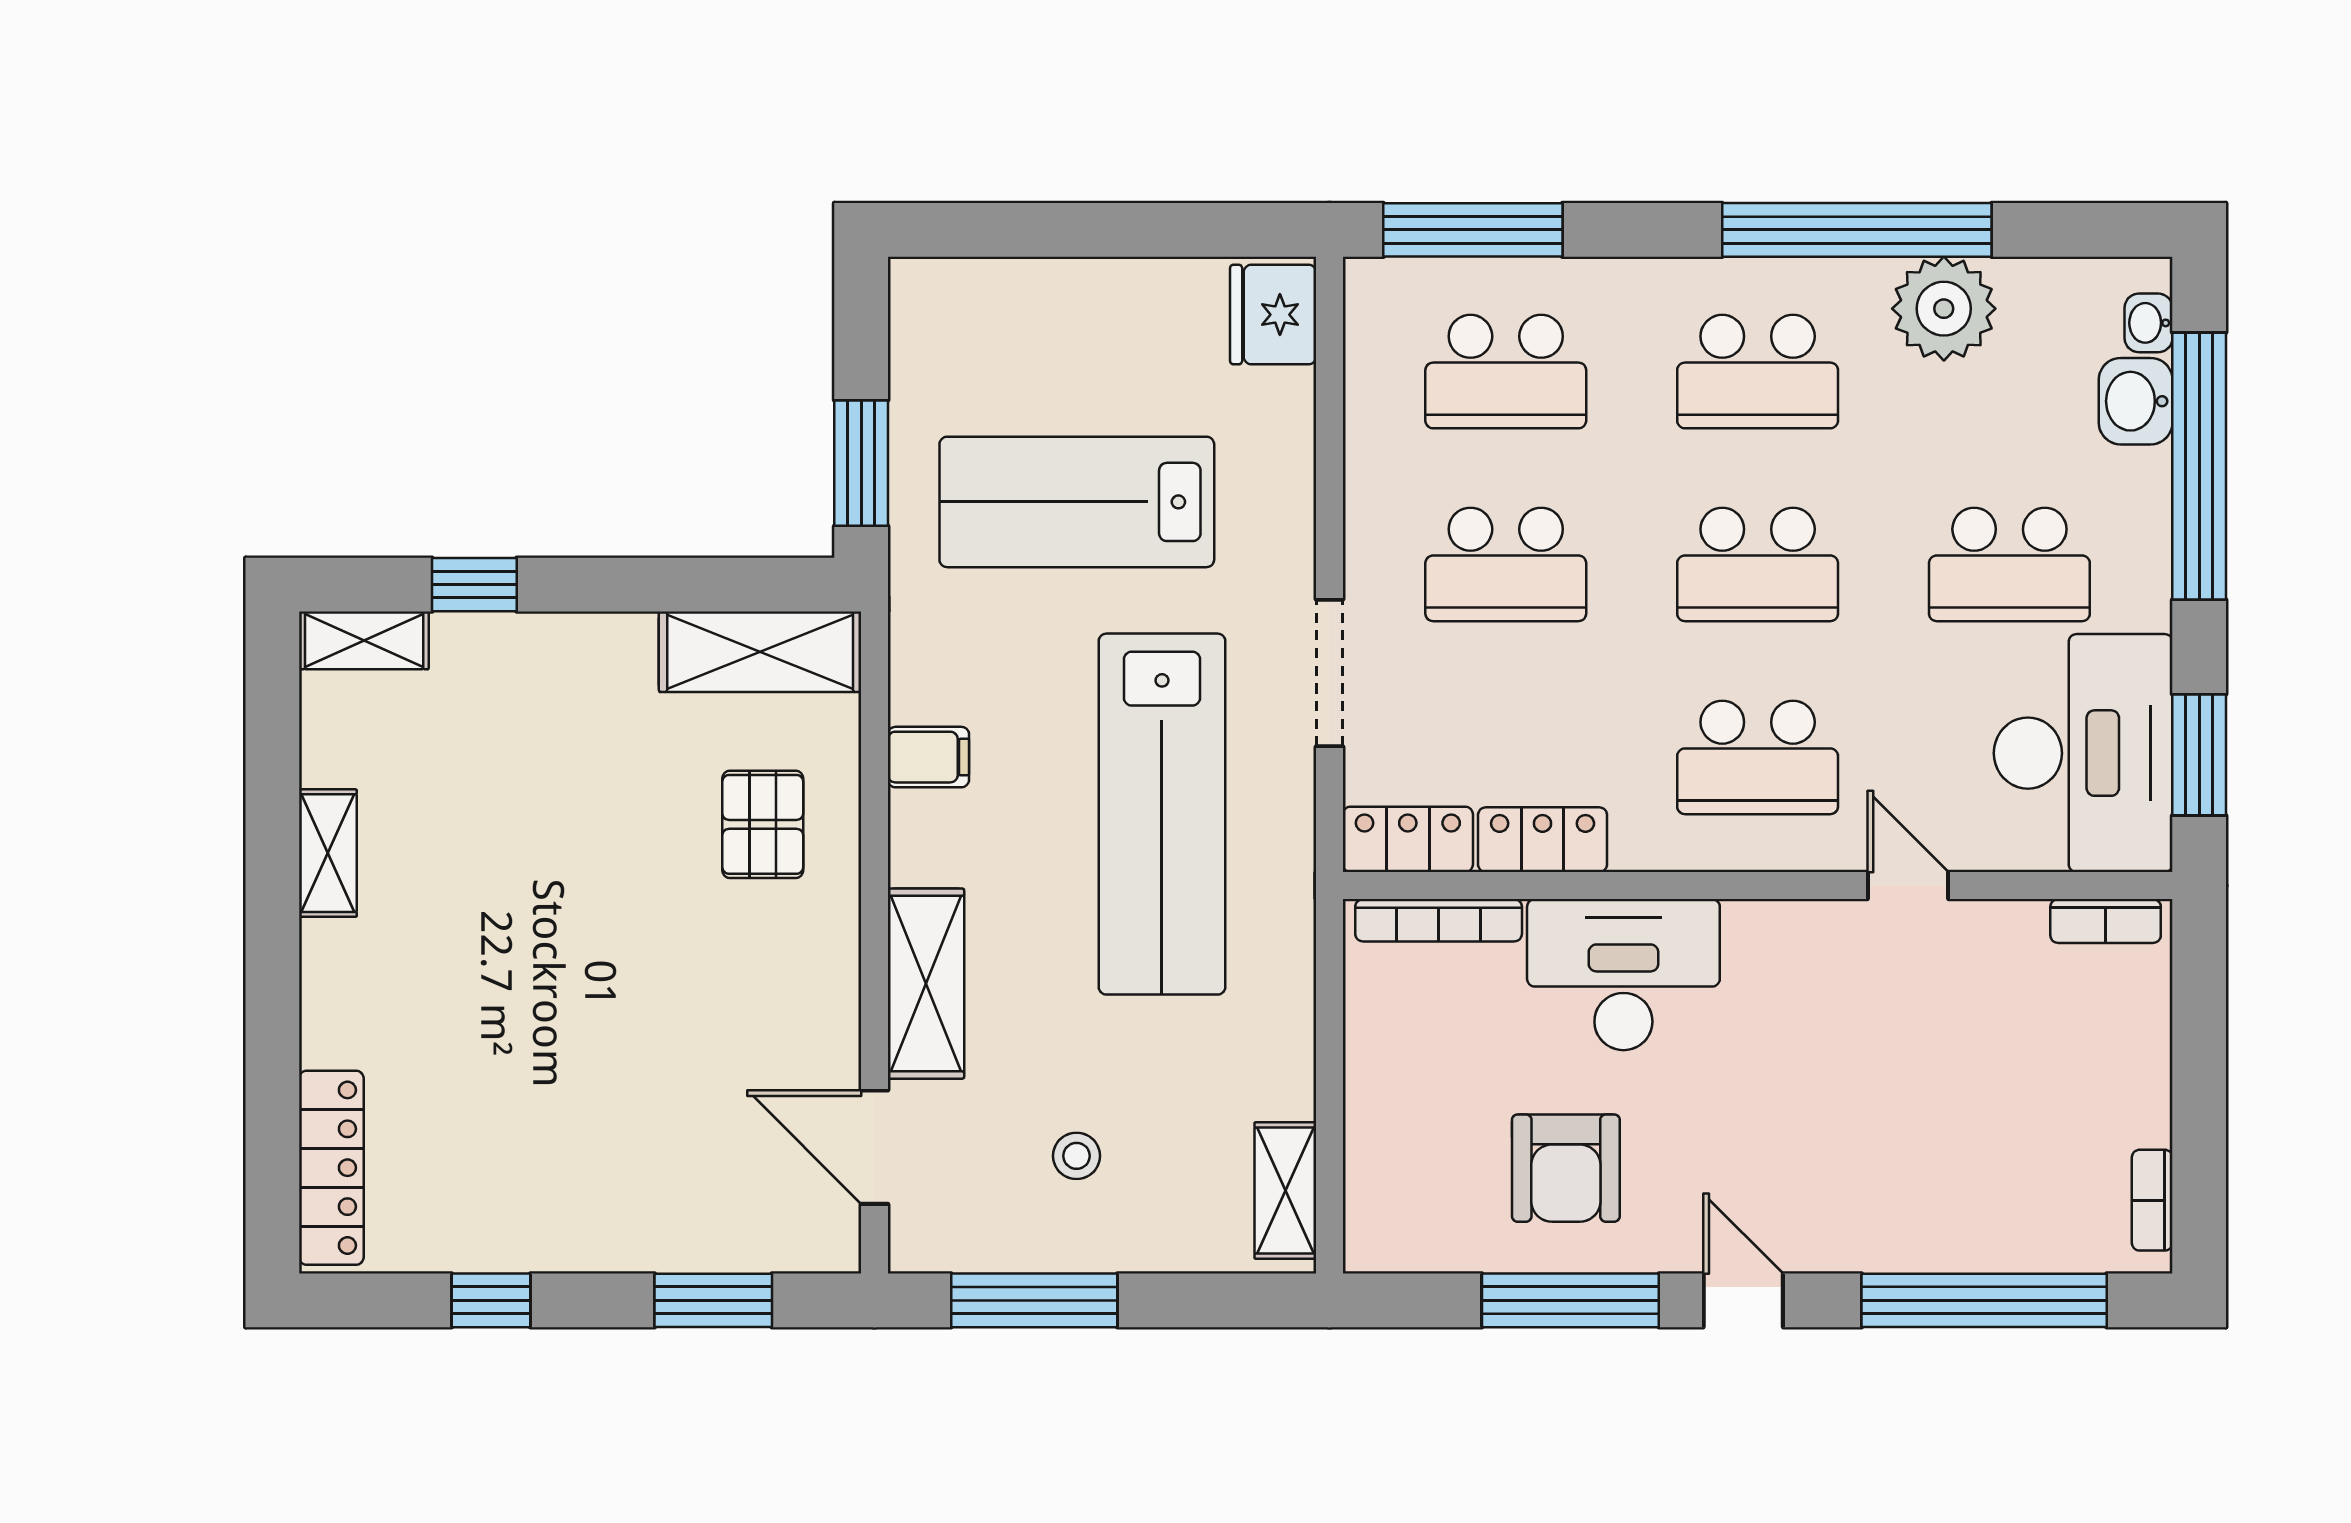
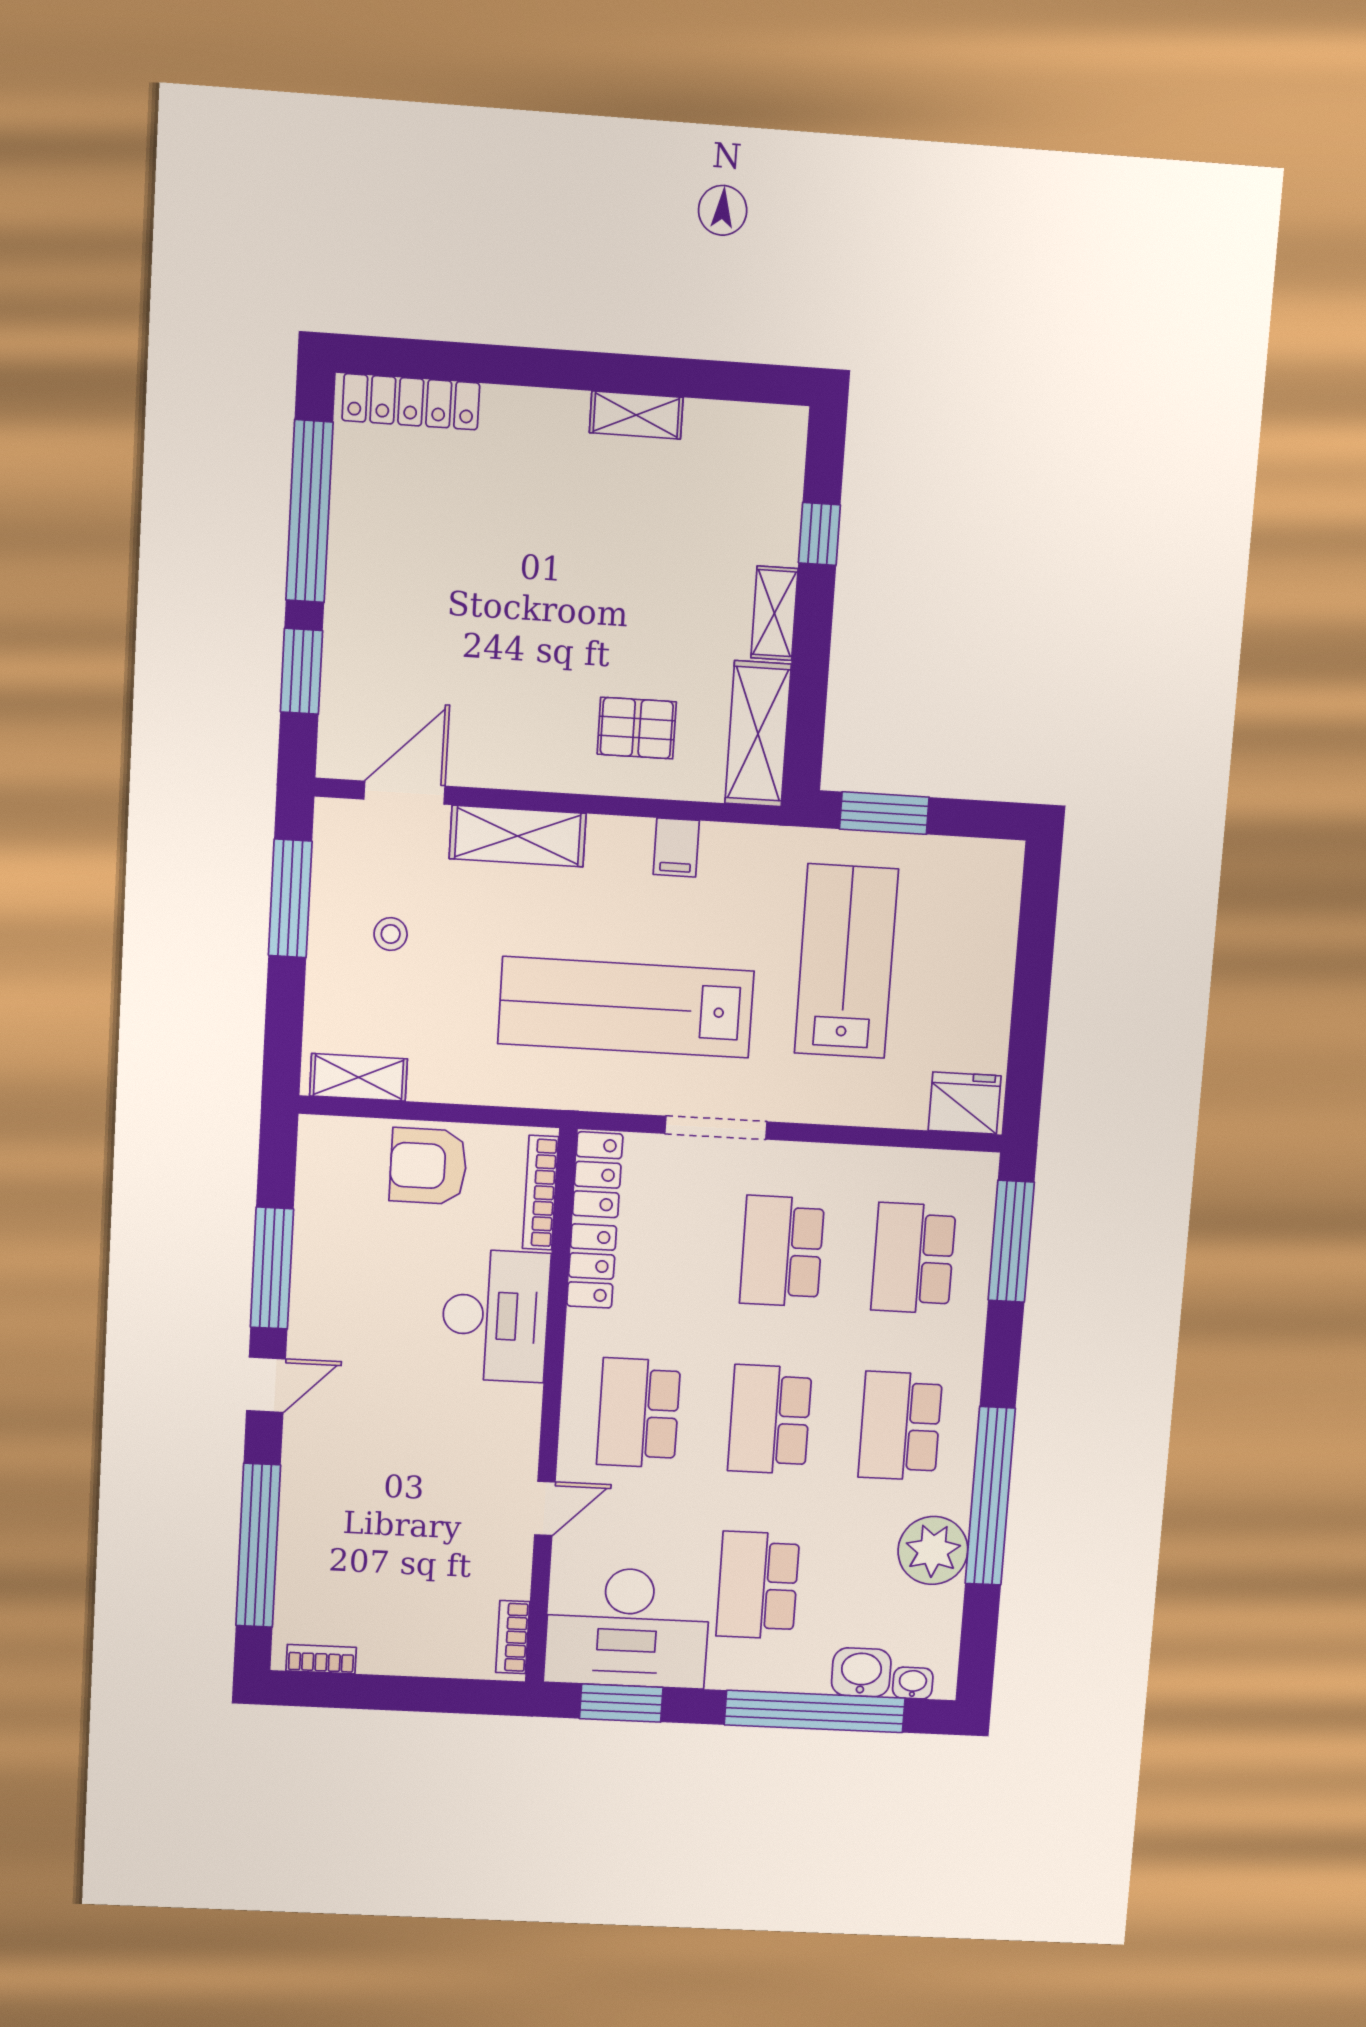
shelving: (364, 640) -> (774, 613), moved
armchair: (1566, 1168) -> (428, 1166), moved
window: (491, 1300) -> (309, 511), width x3.17

